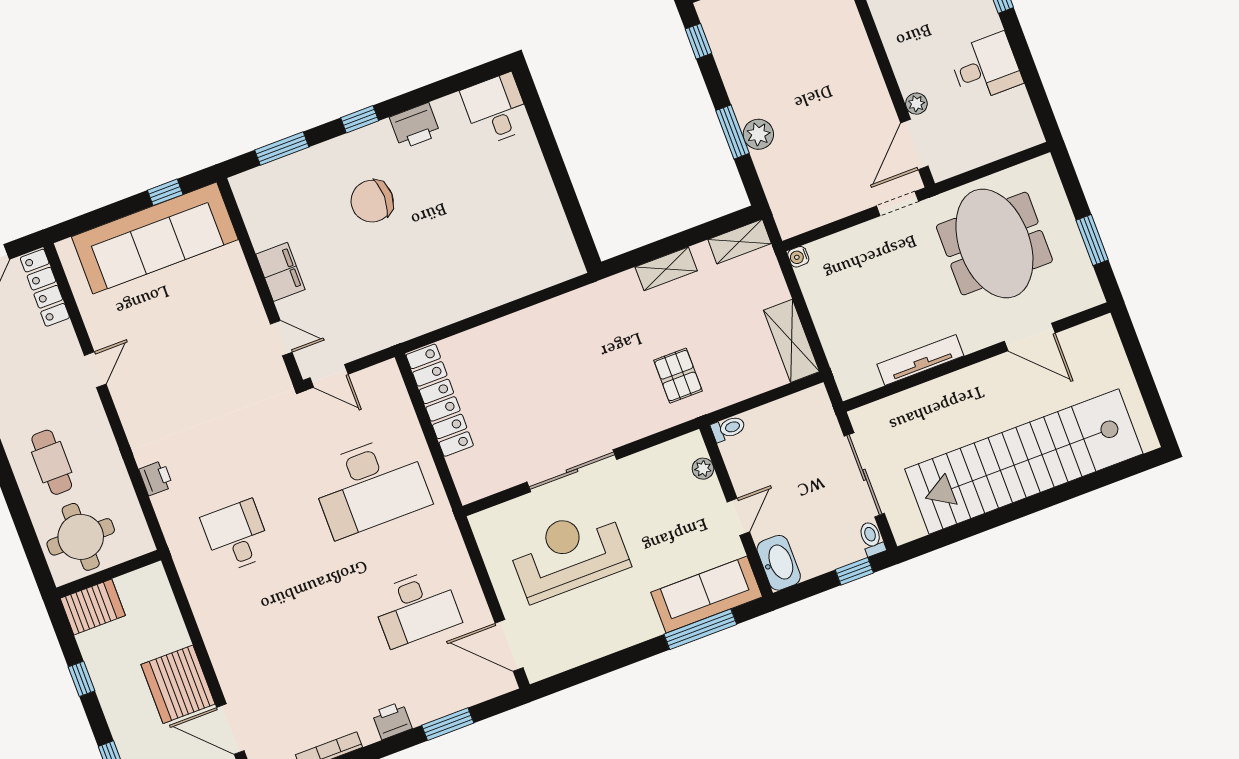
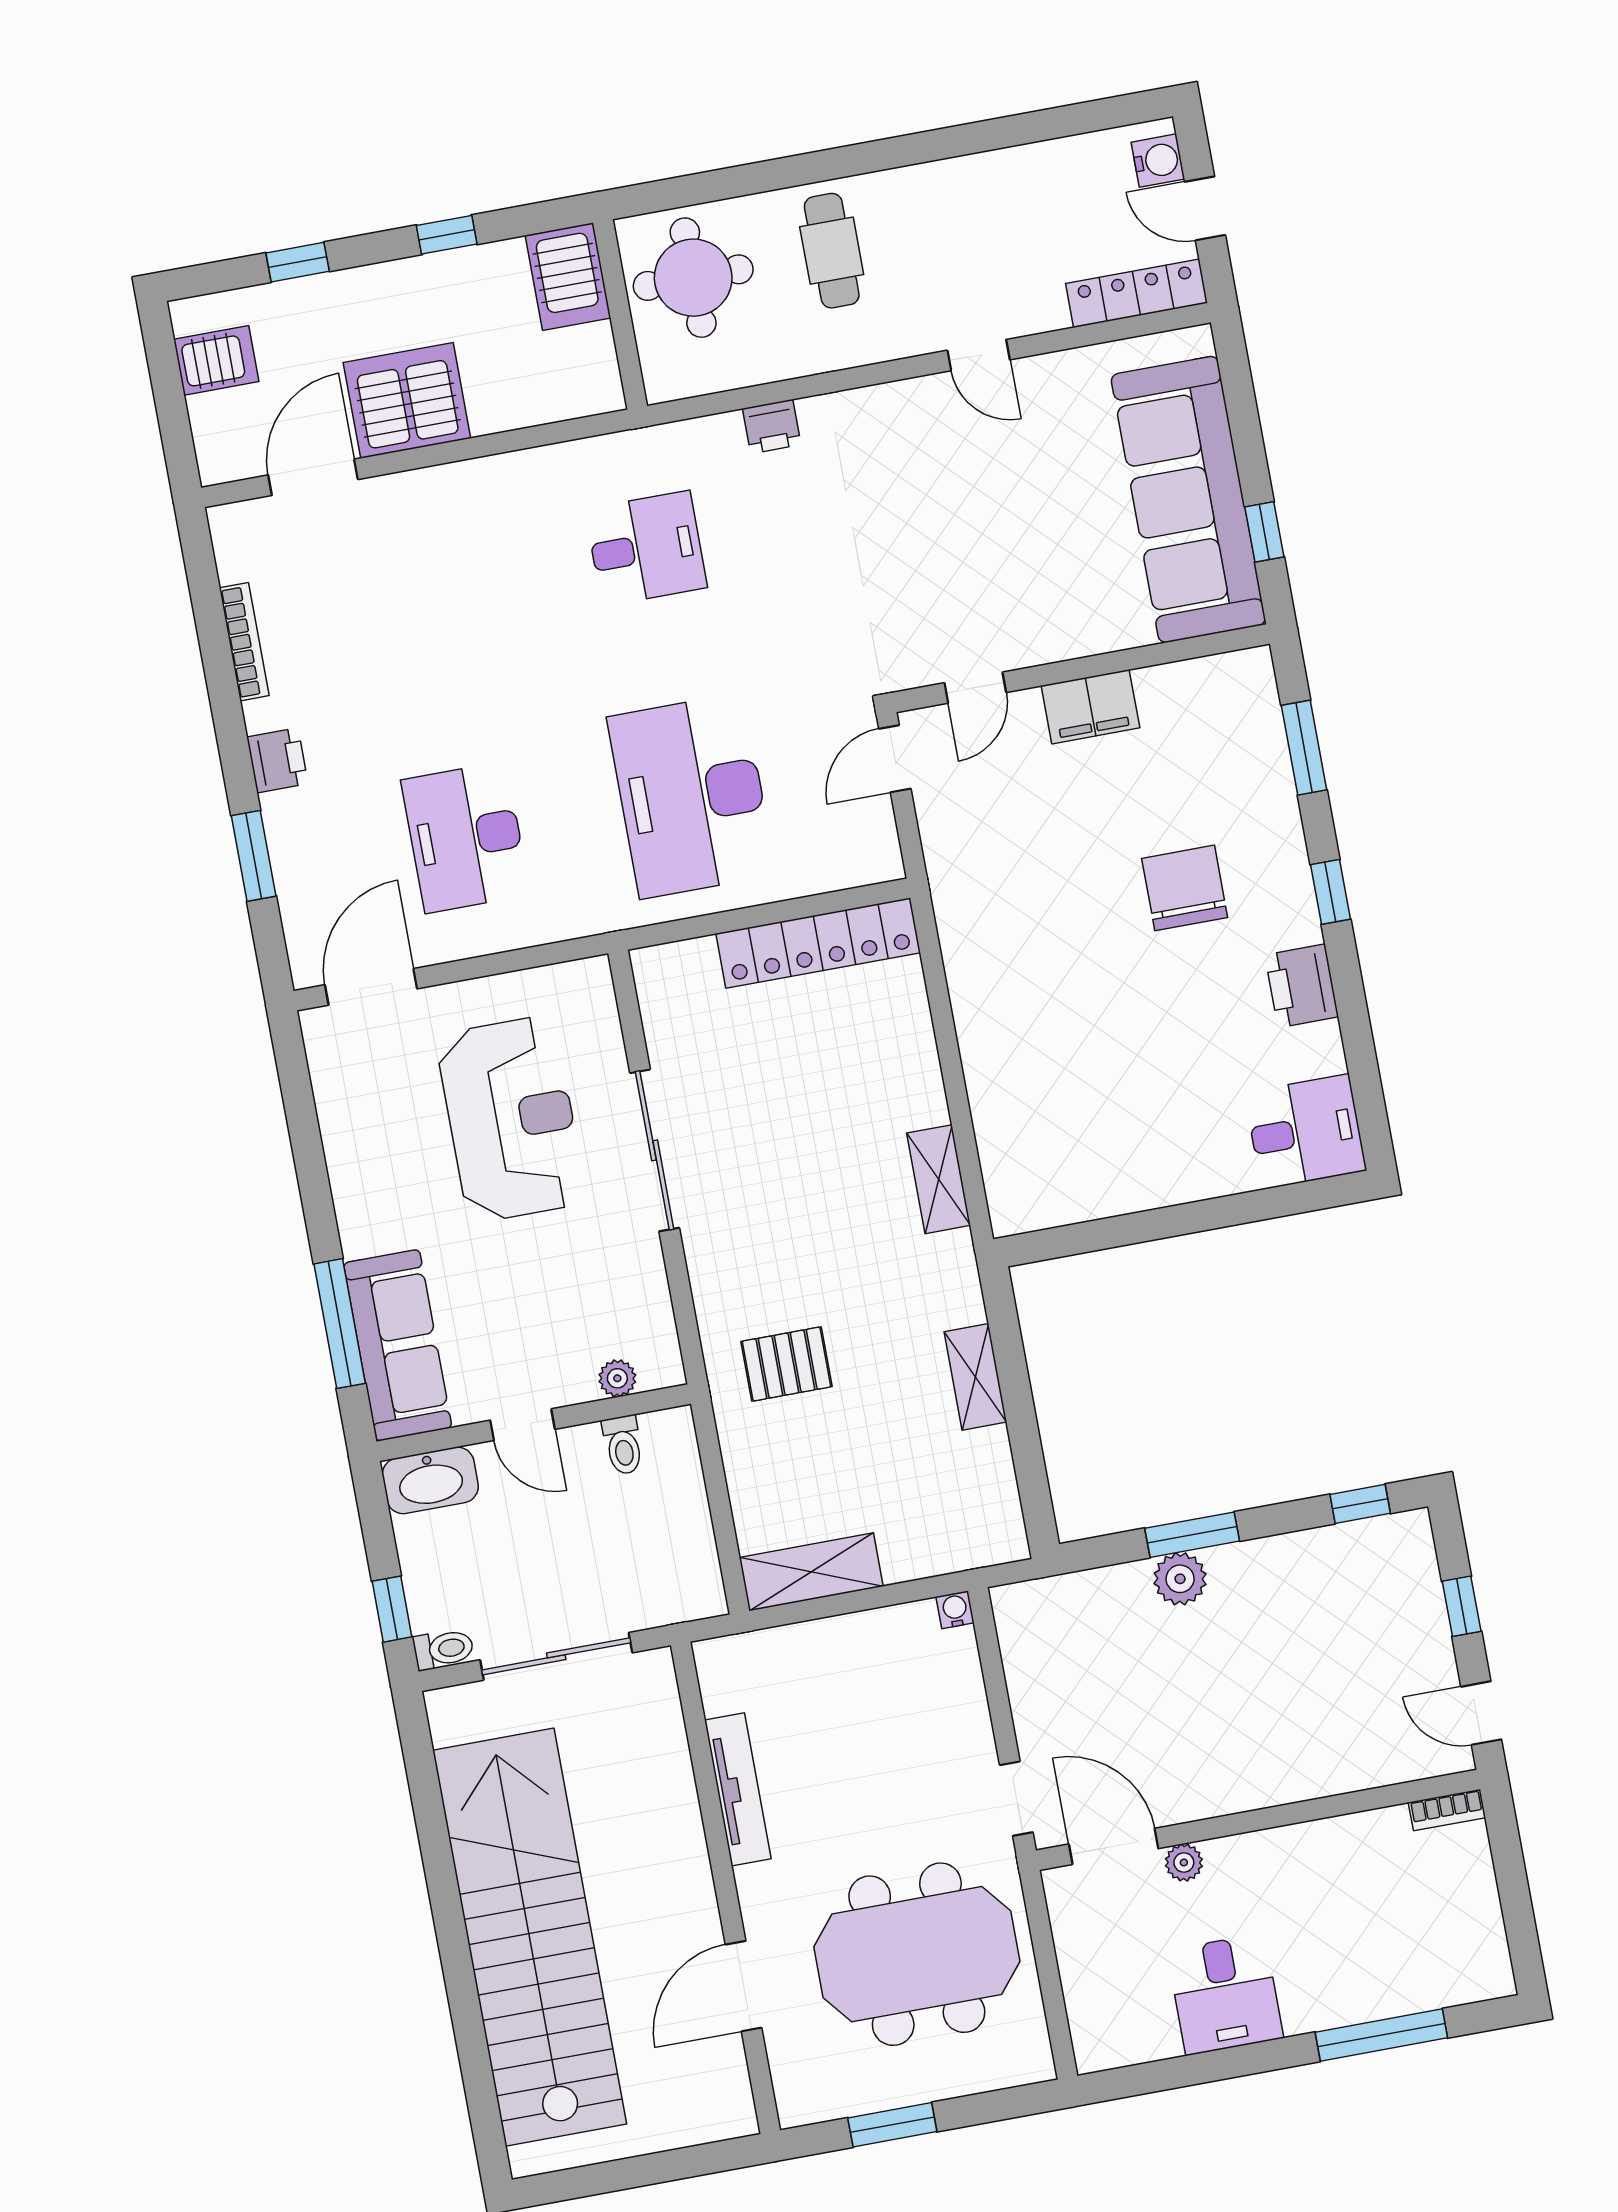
shelving: (740, 242) -> (939, 1179), moved
toilet: (728, 428) -> (623, 1445), moved
cafe table: (52, 462) -> (832, 251), turned 90

